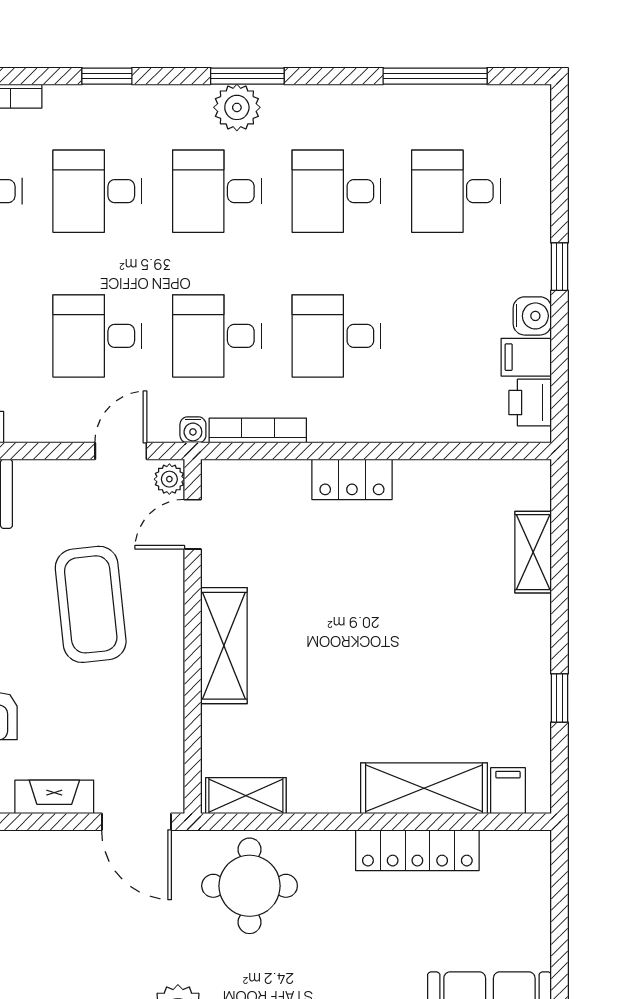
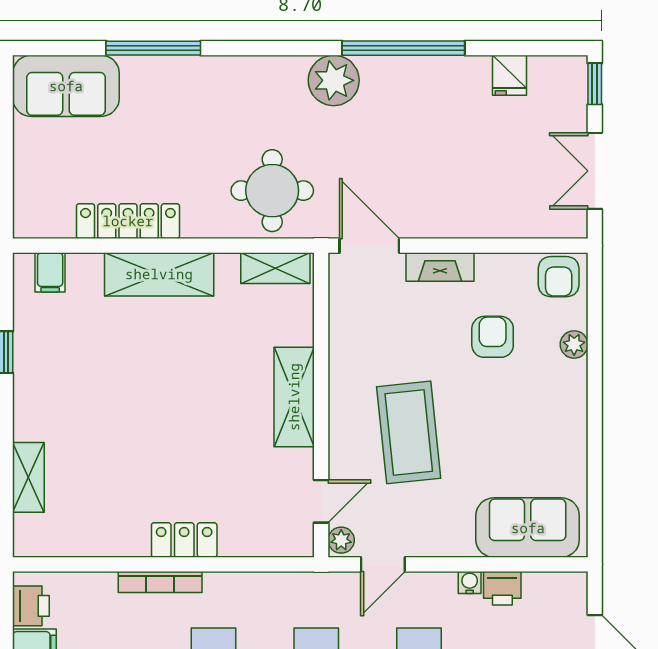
water cooler: (193, 430) -> (470, 582), moved
bookcase: (258, 430) -> (160, 582), moved
shelving: (424, 788) -> (159, 274), moved

